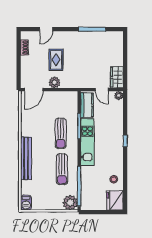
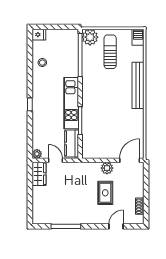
sun lounger: (61, 133) -> (100, 113), removed
sun lounger: (62, 169) -> (110, 52), moved
fridge: (115, 200) -> (39, 35), width x0.53, depth x0.75

